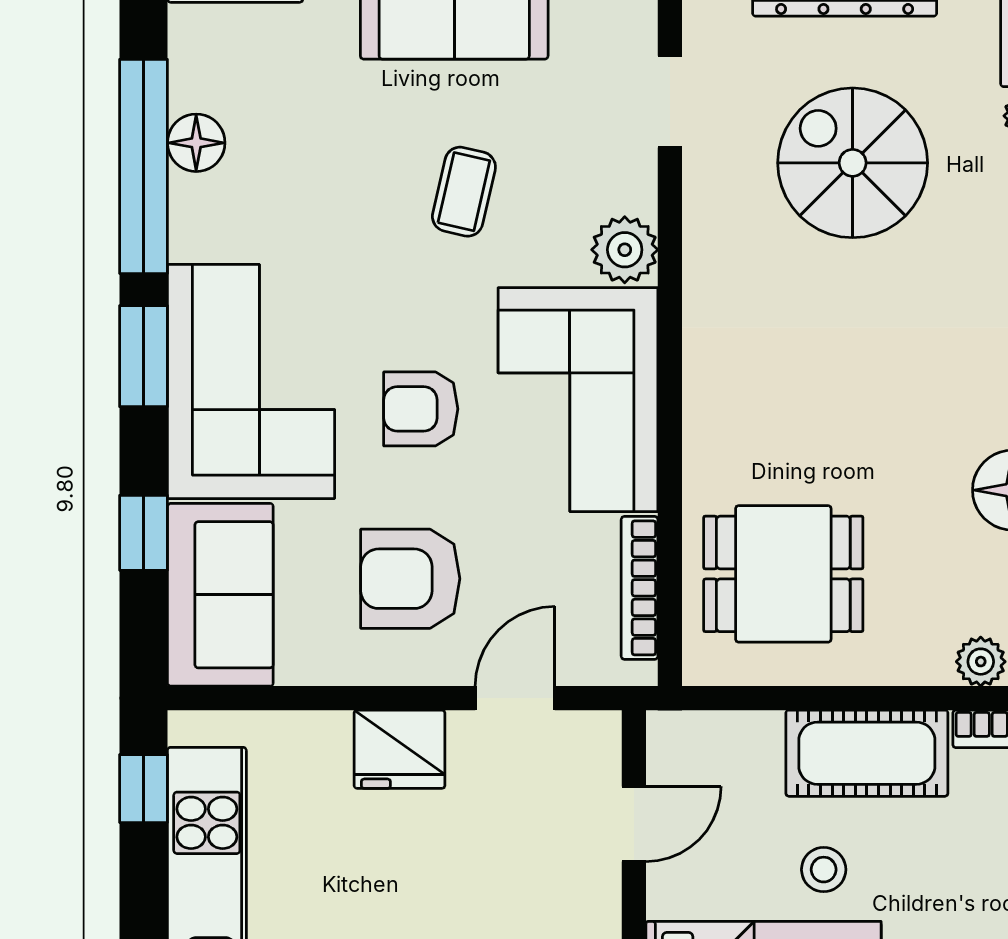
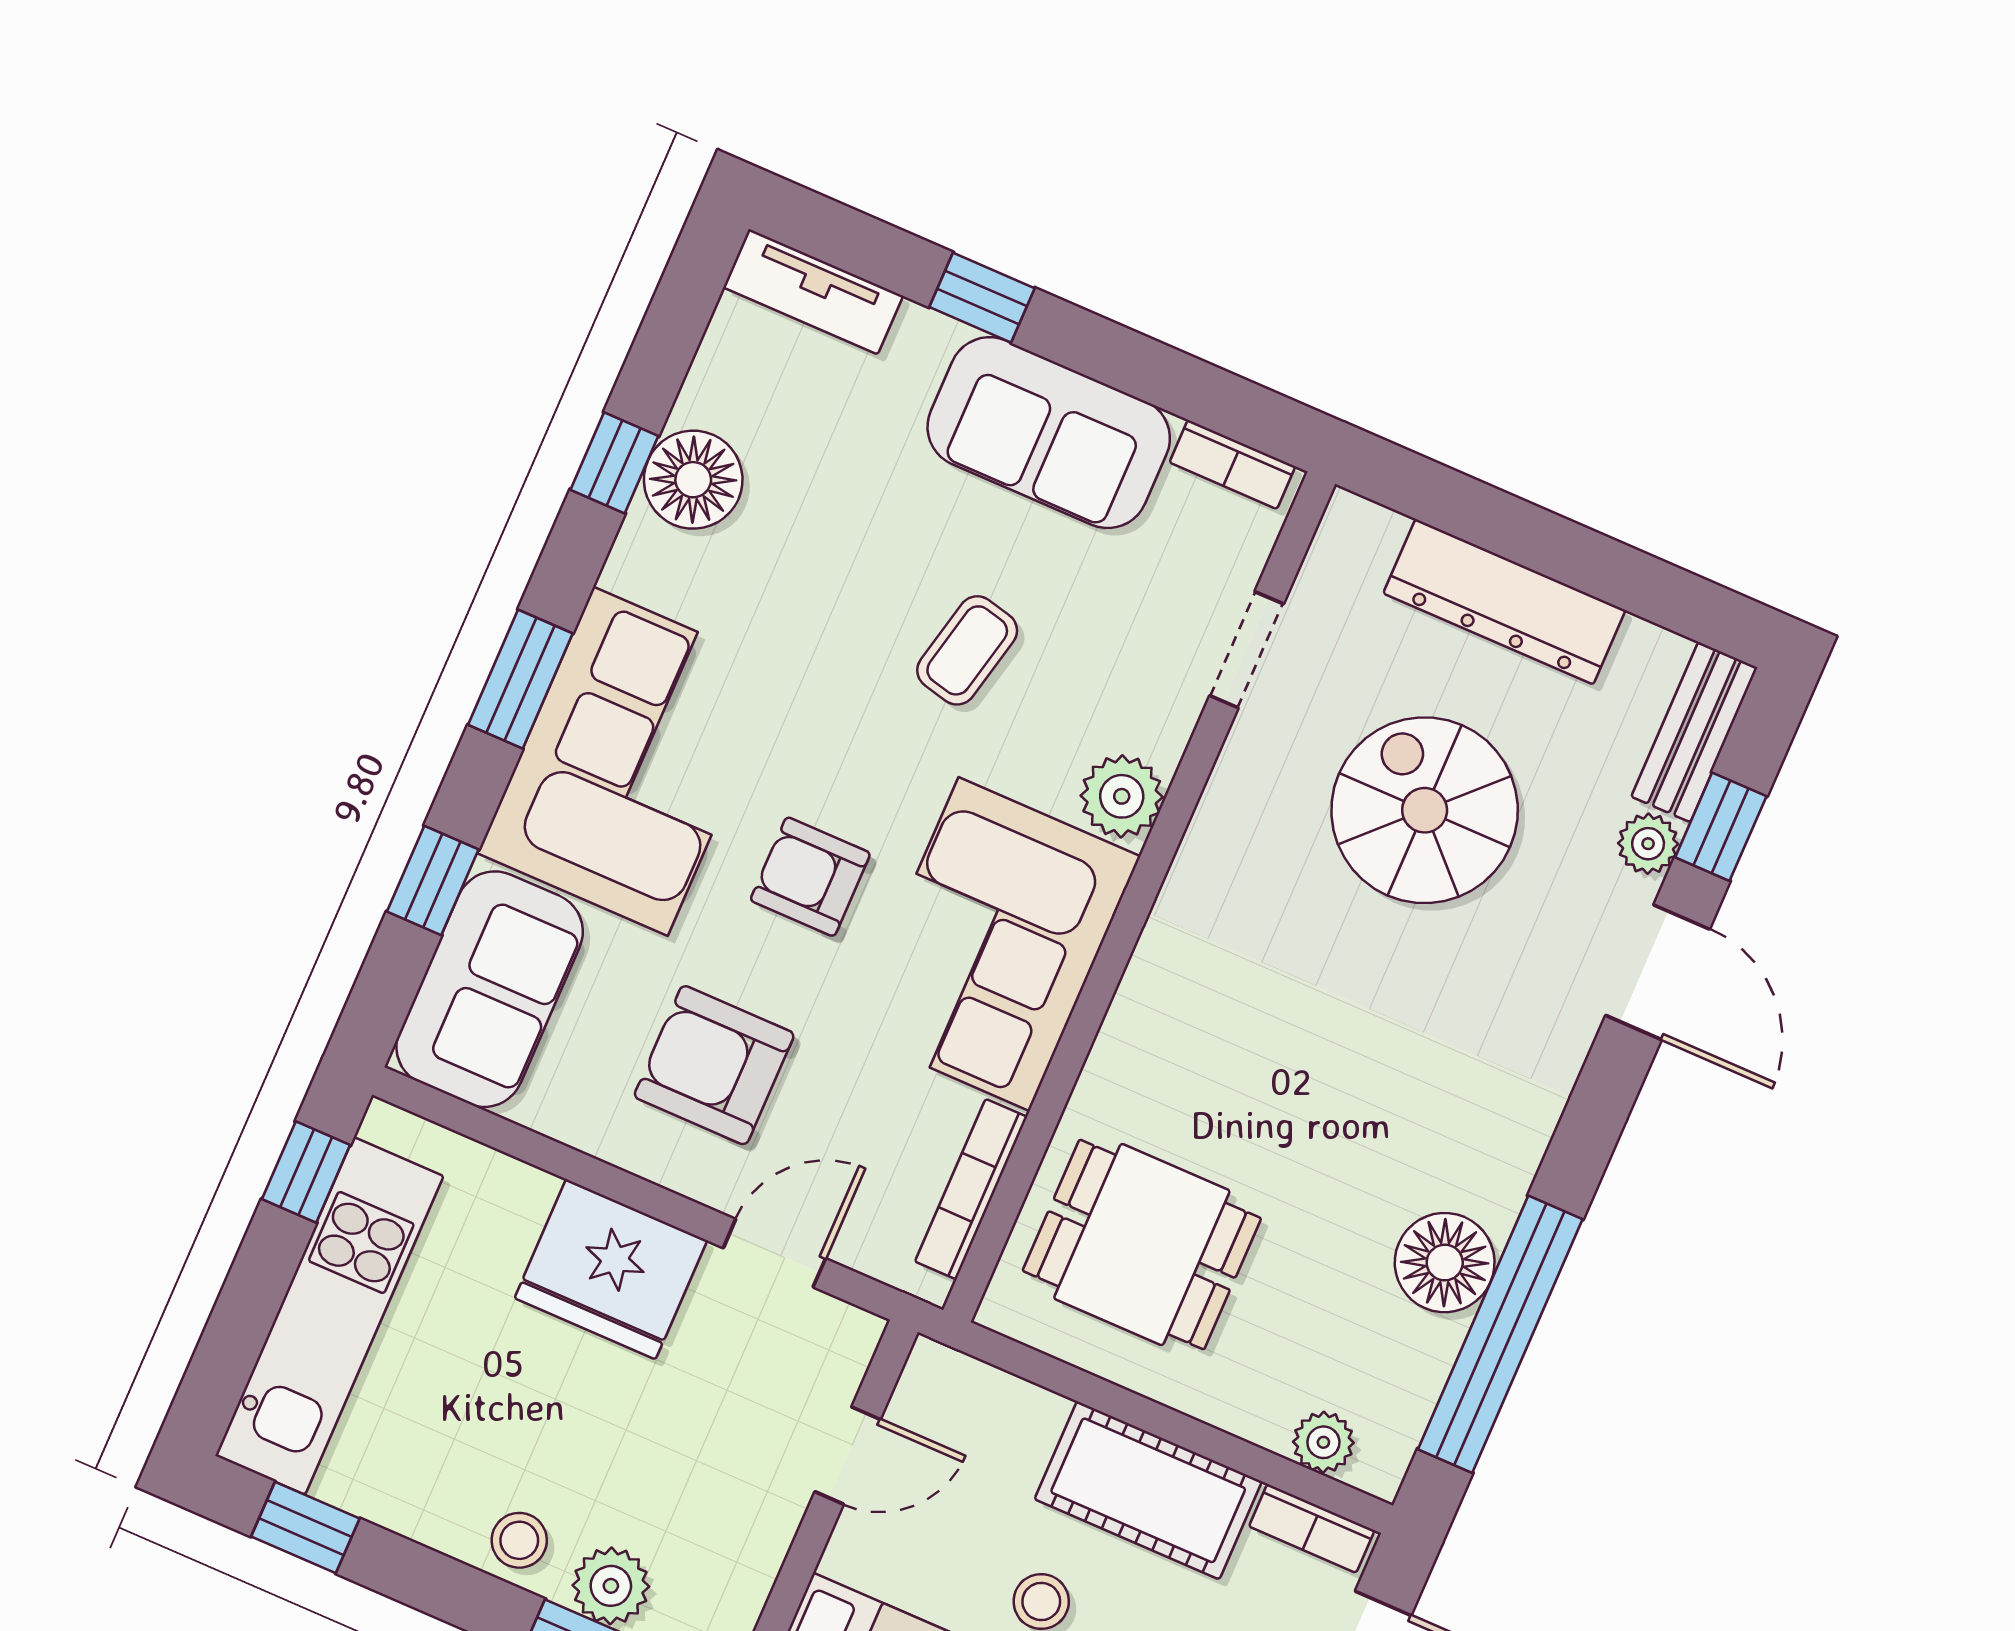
floor lamp: (196, 143) -> (693, 480), width x1.38, depth x1.38
window: (144, 166) -> (614, 463), width x0.32
fridge: (400, 749) -> (611, 1269), width x1.36, depth x1.34

